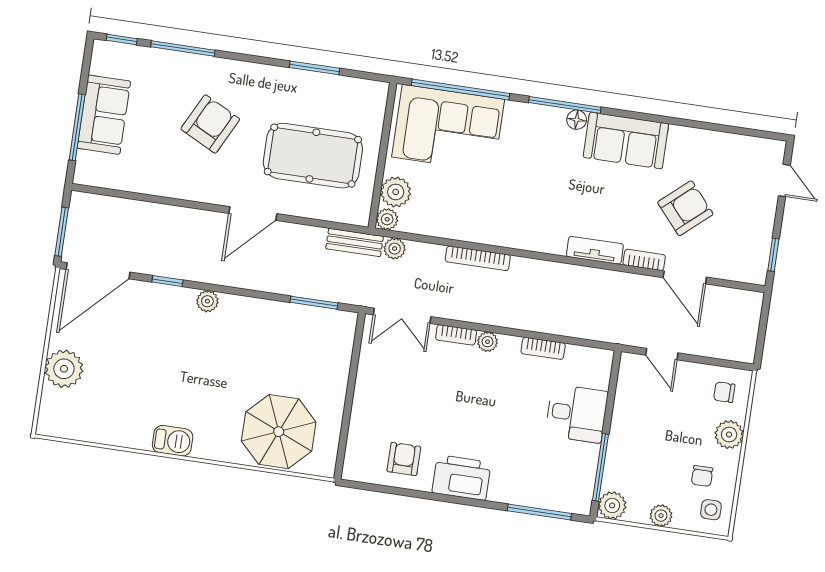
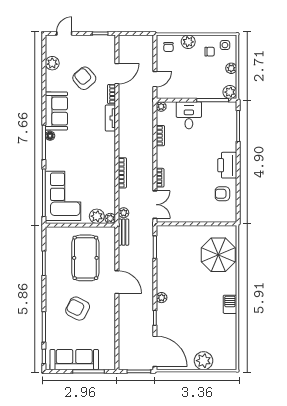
sofa: (104, 115) -> (74, 360), width x1.36
plant: (726, 146) -> (52, 63), added
plant: (487, 342) -> (161, 107), moved

